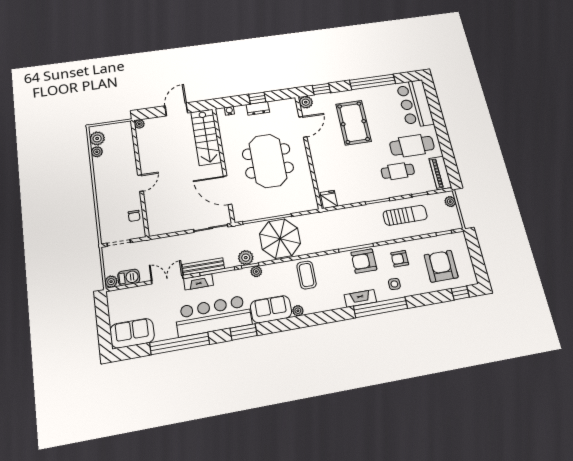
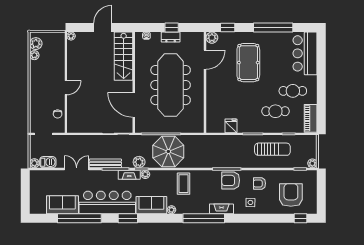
cafe table: (412, 146) -> (293, 91), width x0.73, depth x0.74
meeting table: (268, 161) -> (171, 85), width x1.36
fridge: (329, 199) -> (231, 126), moved
plant: (450, 202) -> (312, 163), moved
fireplace: (198, 282) -> (129, 175), moved
window: (380, 307) -> (204, 218), moved
sofa: (132, 333) -> (62, 205), moved

